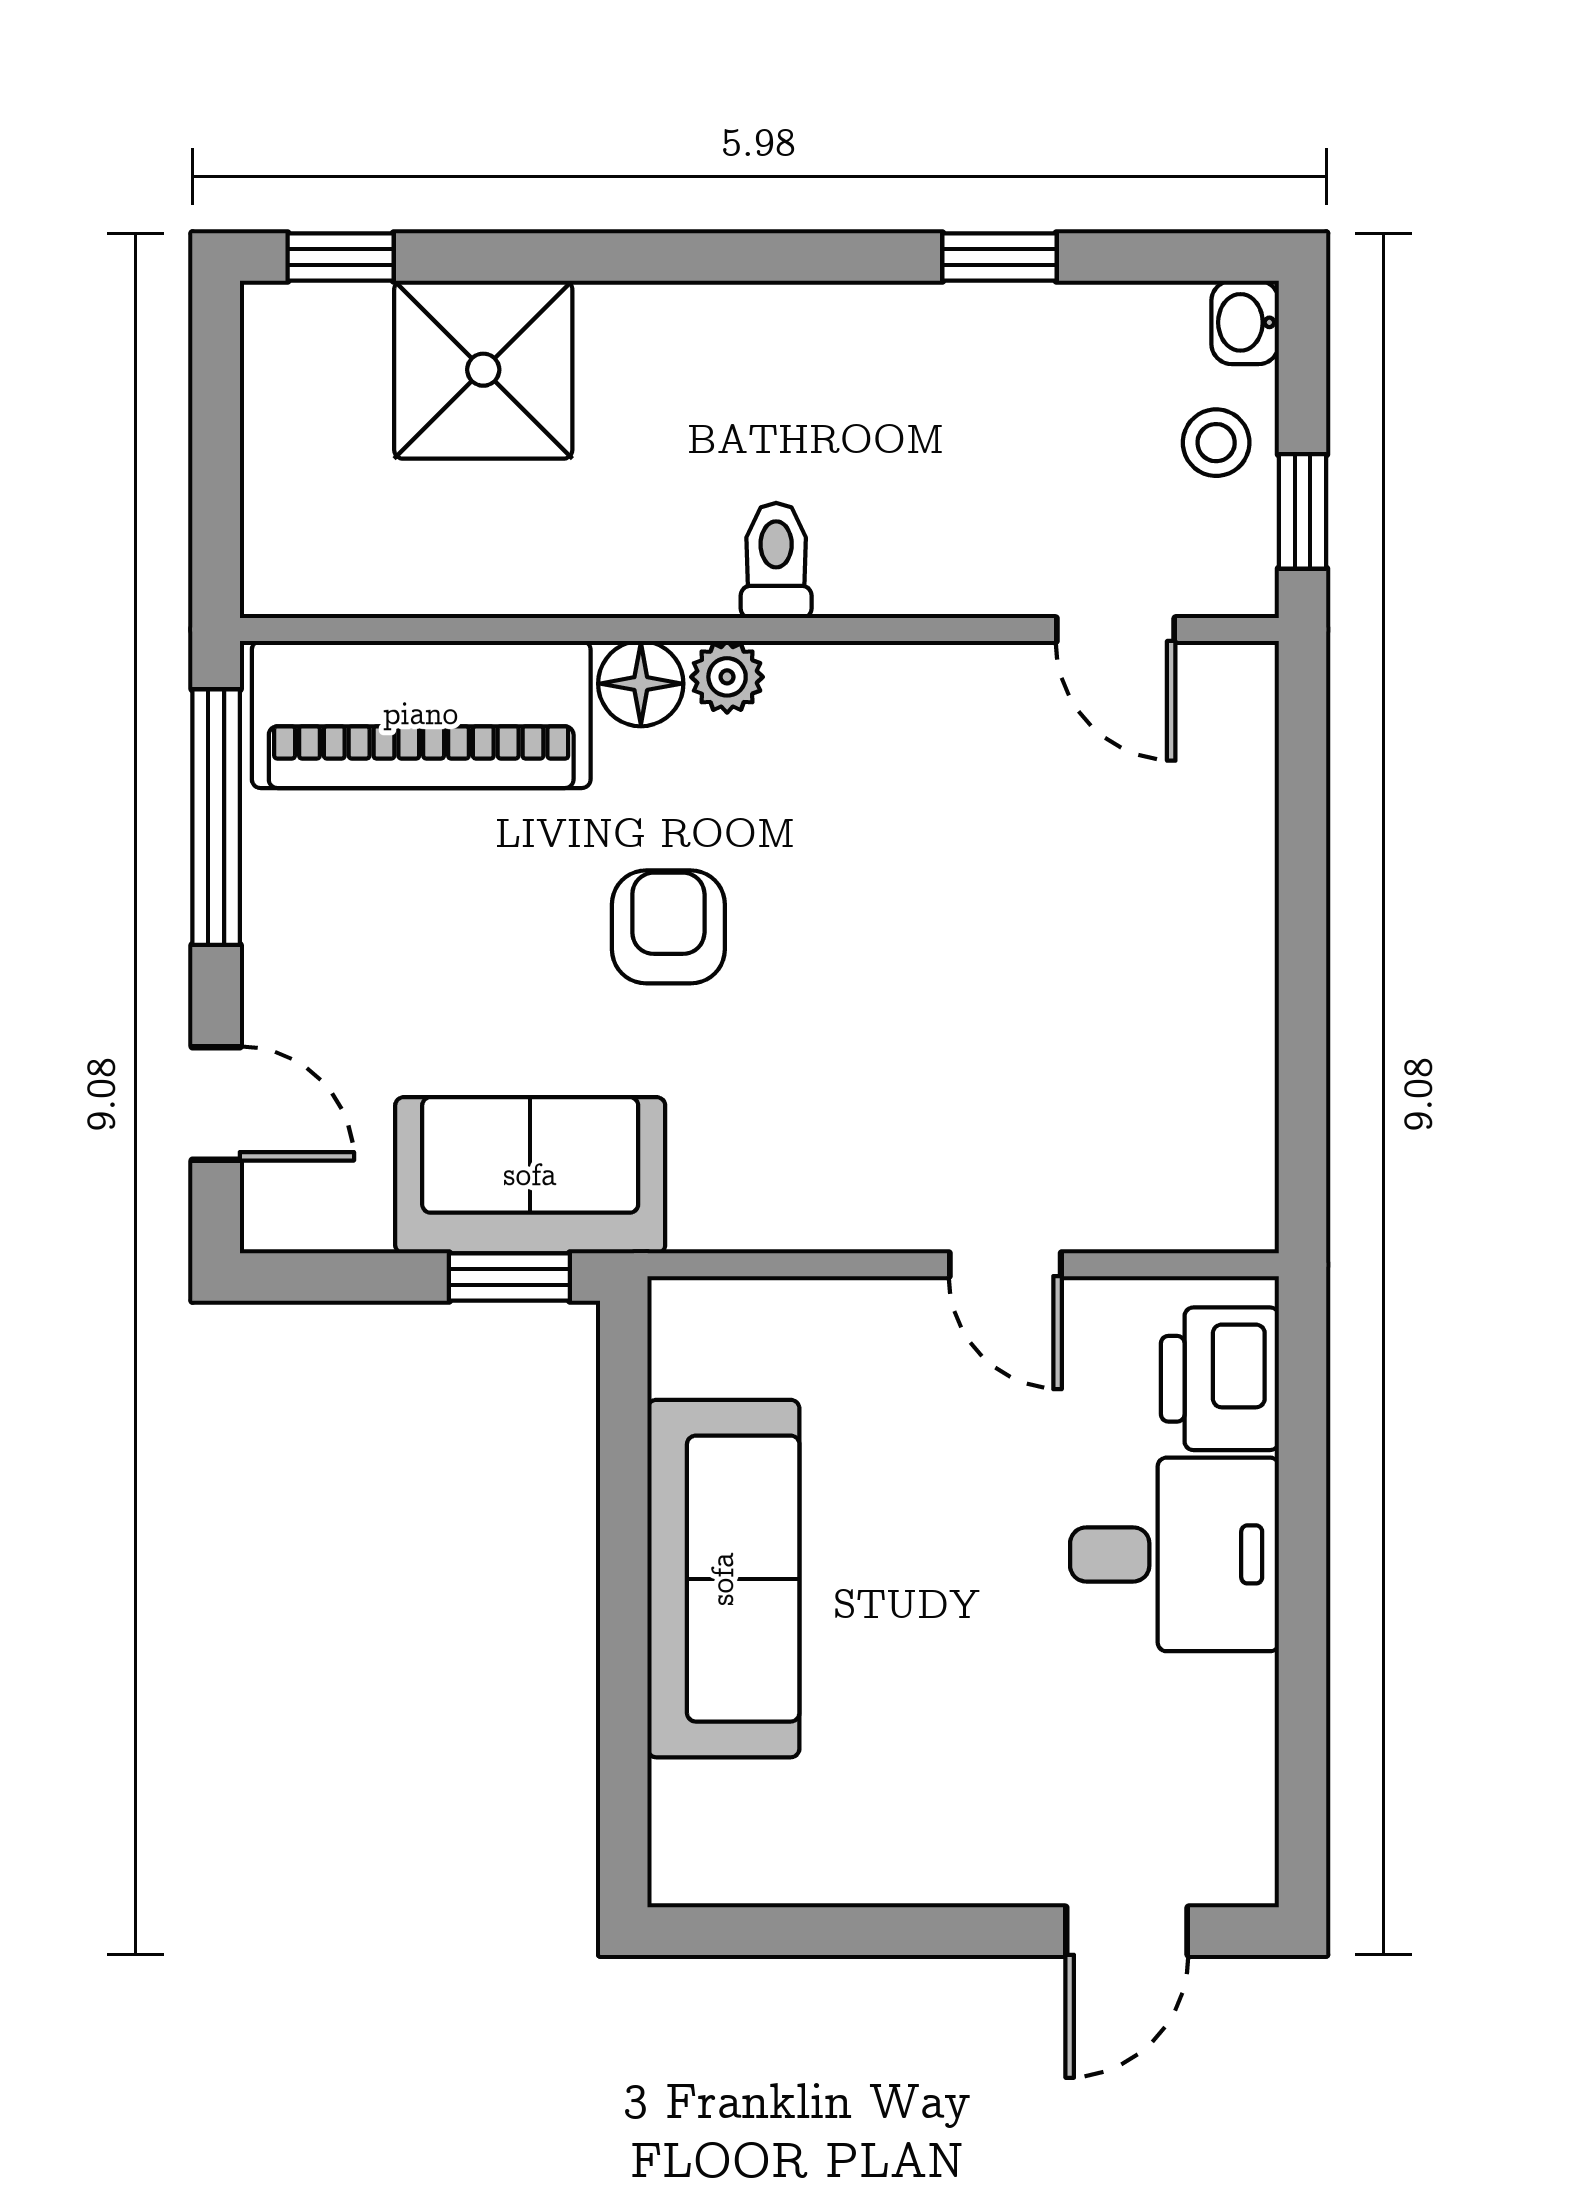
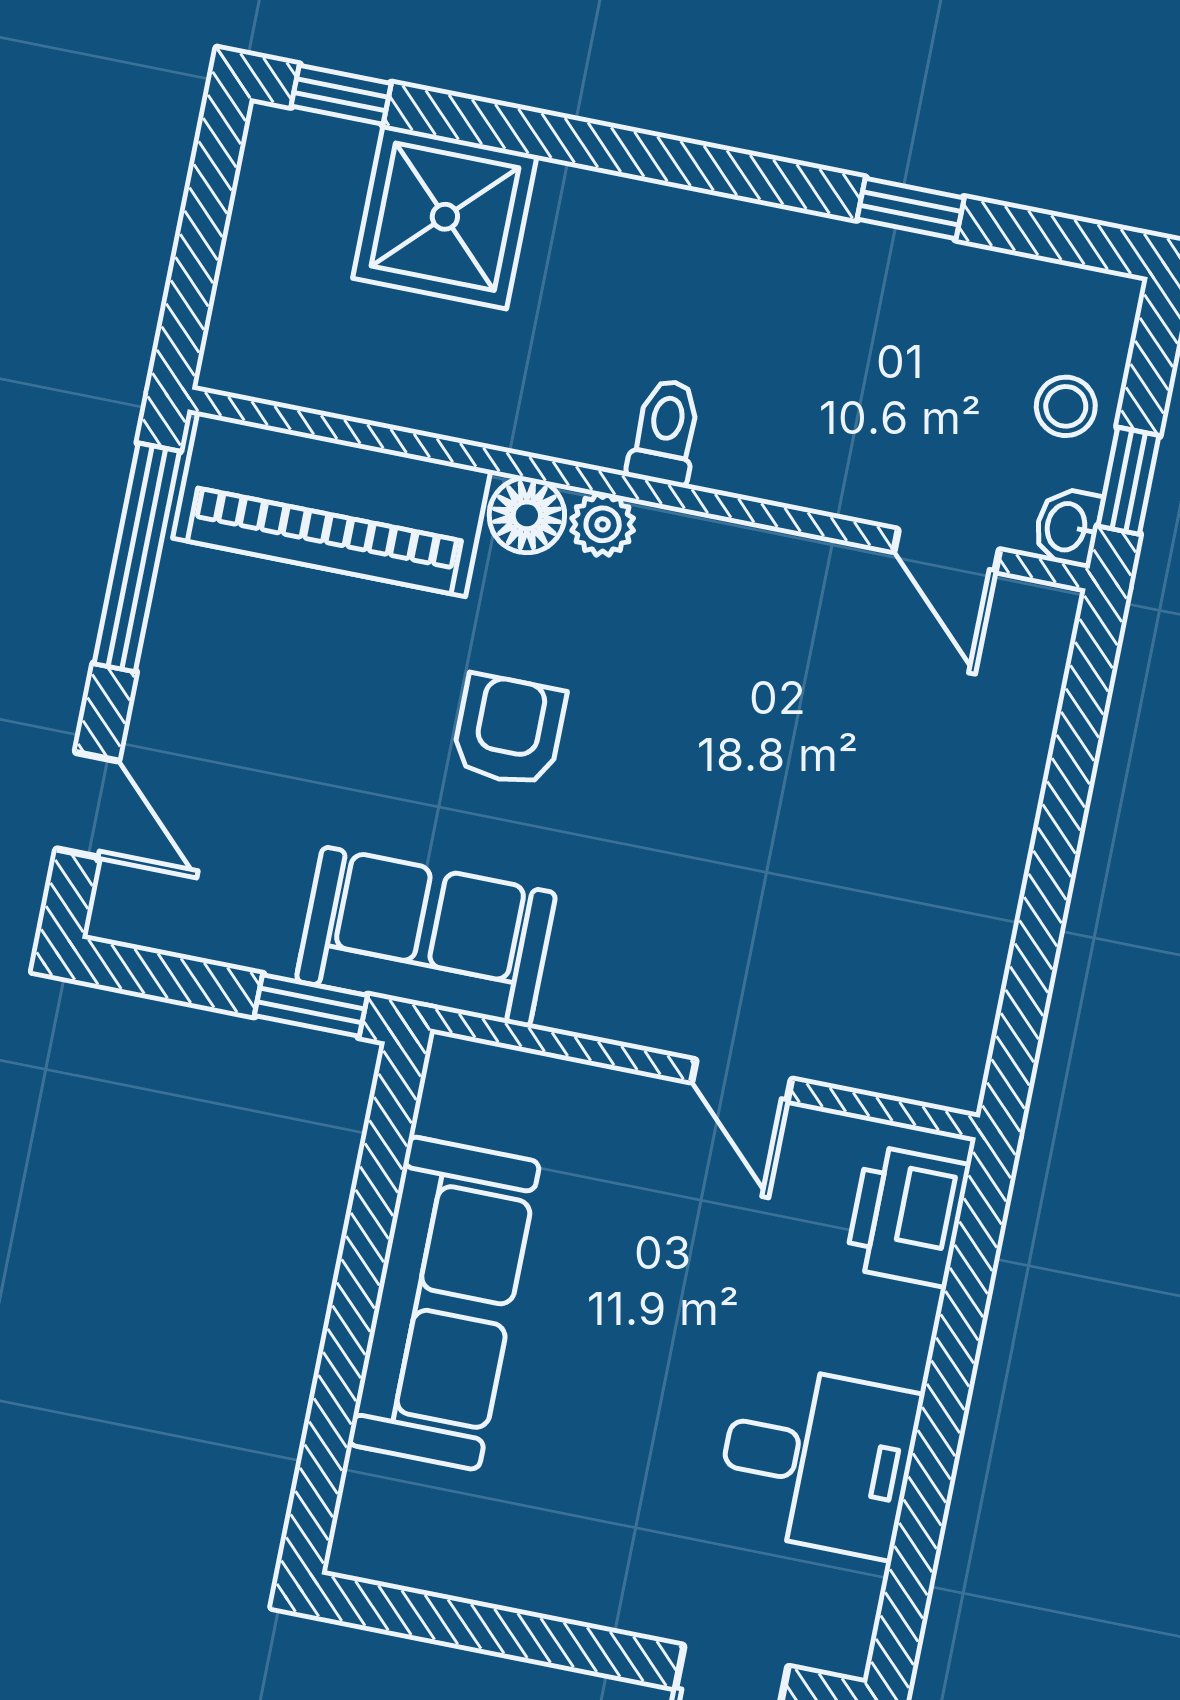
washbasin: (1245, 322) -> (1068, 527), moved
sofa: (530, 1175) -> (426, 937), moved
desk: (1174, 1554) -> (818, 1460), moved

